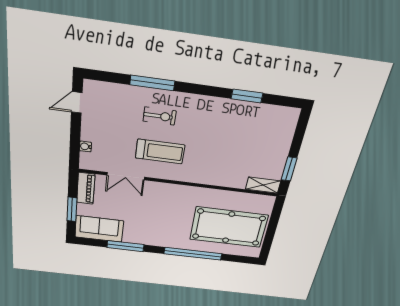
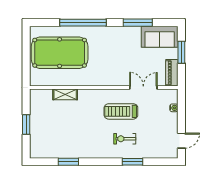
window: (152, 83) -> (132, 162), width x0.69
window: (289, 169) -> (26, 124), moved
shelving: (263, 185) -> (65, 94), moved

